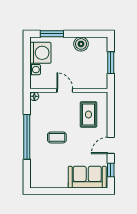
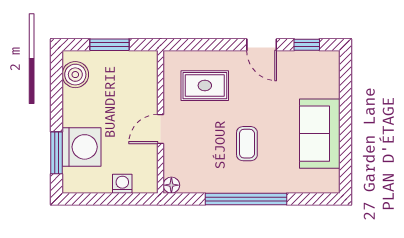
boiler: (81, 44) -> (75, 75), moved
washing machine: (40, 53) -> (81, 147), moved, turned 90
sofa: (87, 177) -> (320, 134), moved

